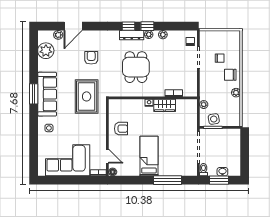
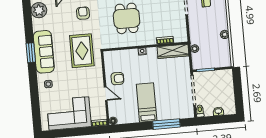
chair: (230, 75) -> (218, 18), removed
wardrobe: (165, 105) -> (173, 51), moved, width x1.50
side table: (214, 119) -> (206, 62), removed
door: (107, 156) -> (106, 94), moved
window: (219, 180) -> (216, 120), removed

